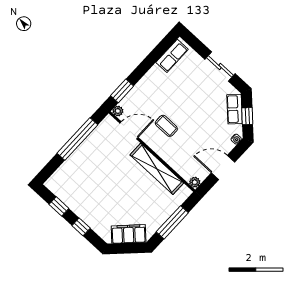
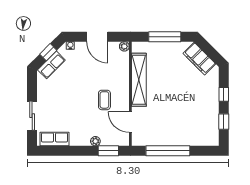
sliding door: (220, 66) -> (32, 116), moved
plant: (118, 111) -> (95, 141), moved

